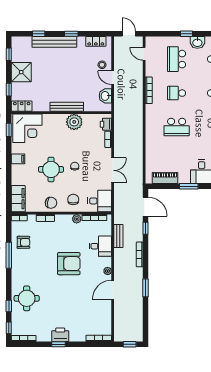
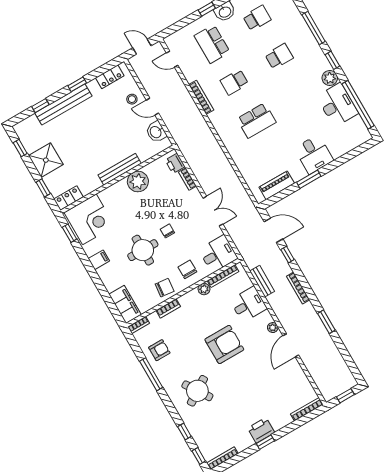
round table: (27, 298) -> (197, 391), moved, turned -33

